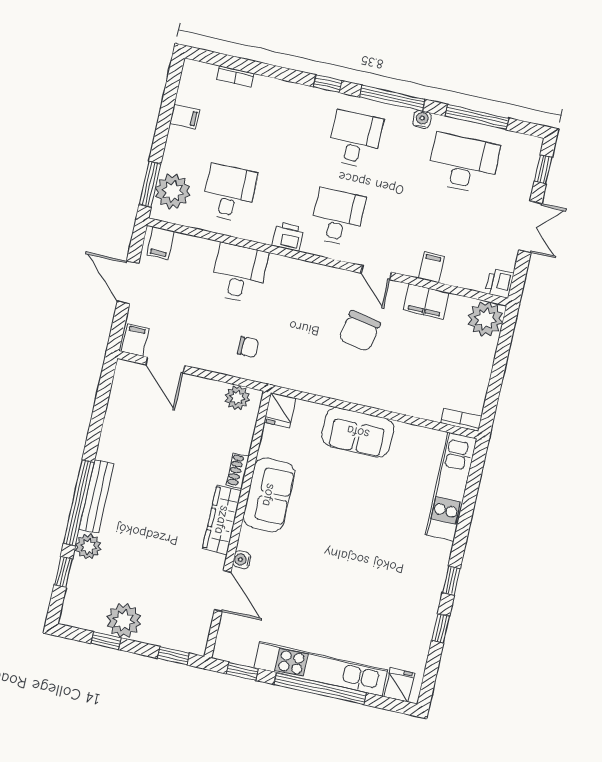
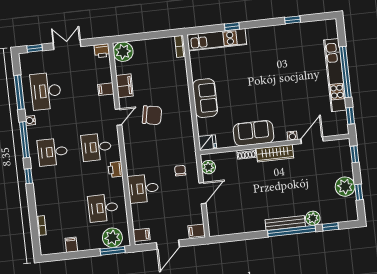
door: (165, 365) -> (202, 193), moved
window: (451, 581) -> (232, 27), moved
fridge: (399, 685) -> (329, 31), removed

